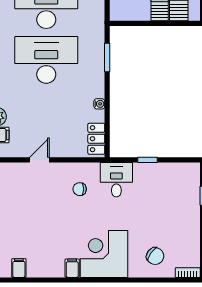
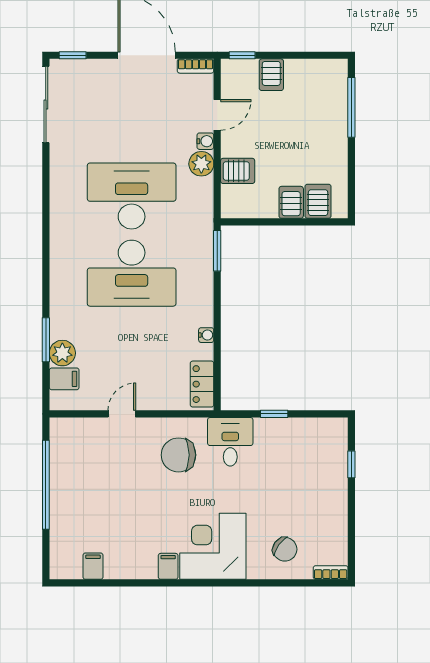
window: (107, 58) -> (217, 251), moved
desk: (46, 60) -> (132, 273), turned 180
chair: (80, 189) -> (179, 455), width x1.87, depth x1.87

